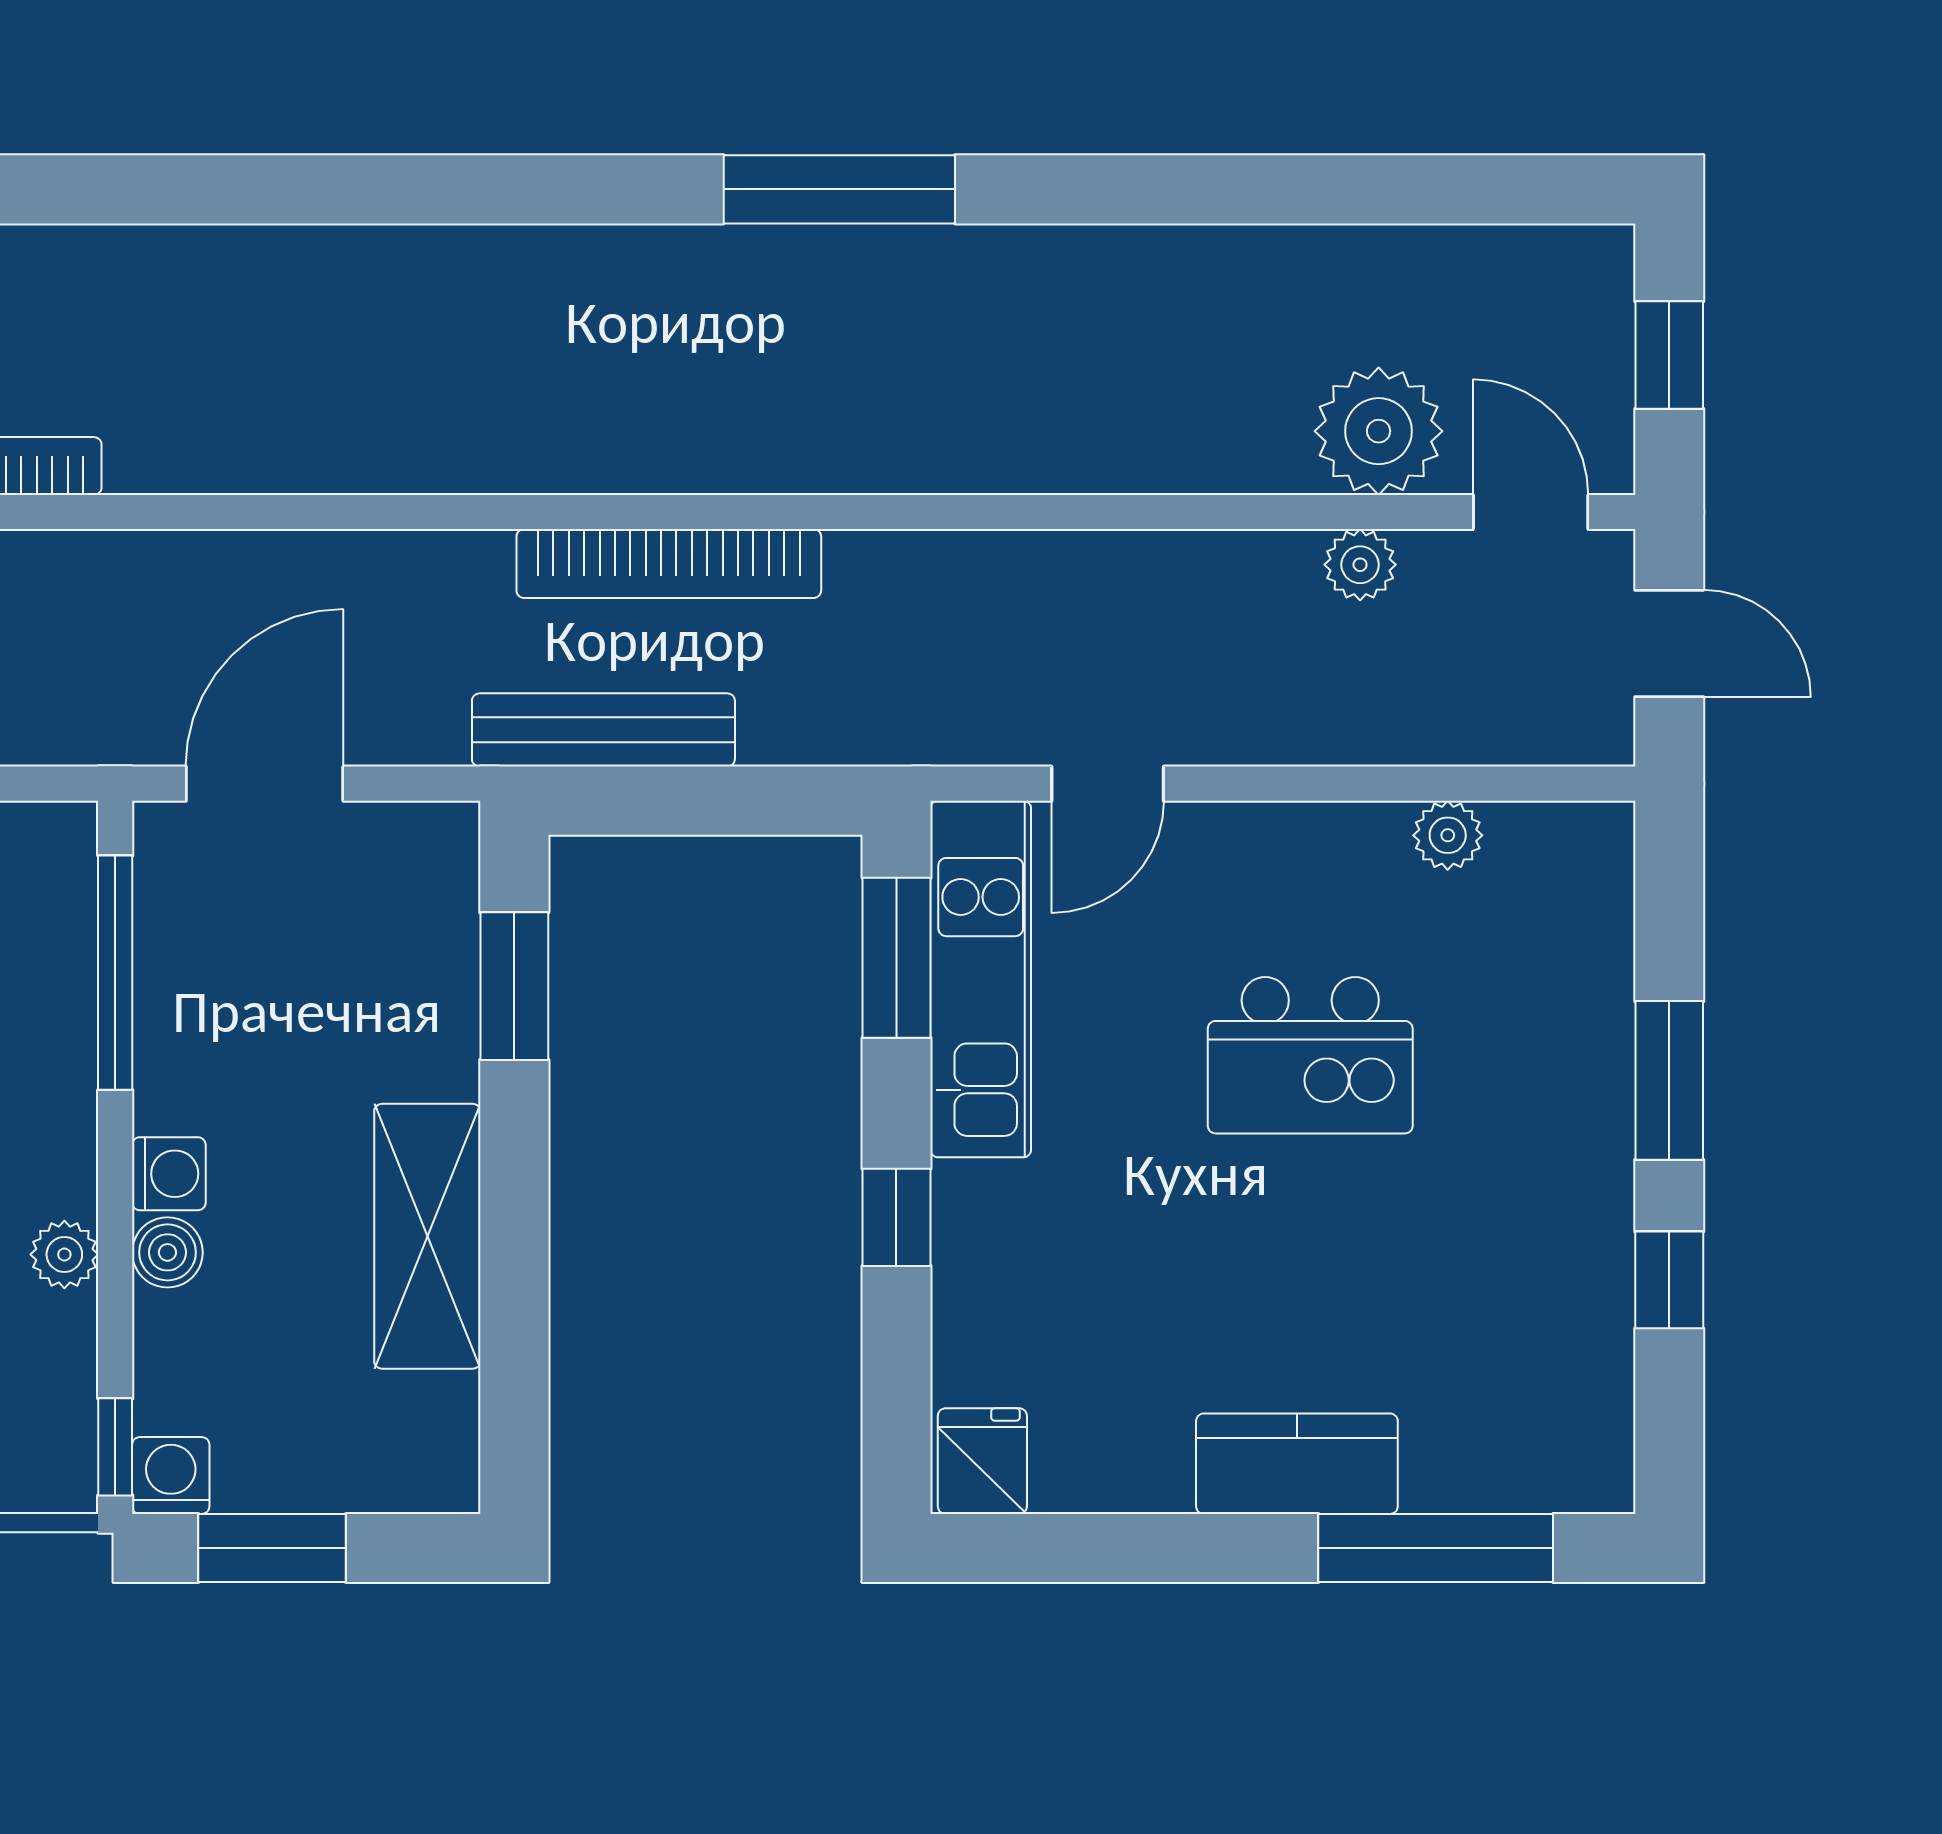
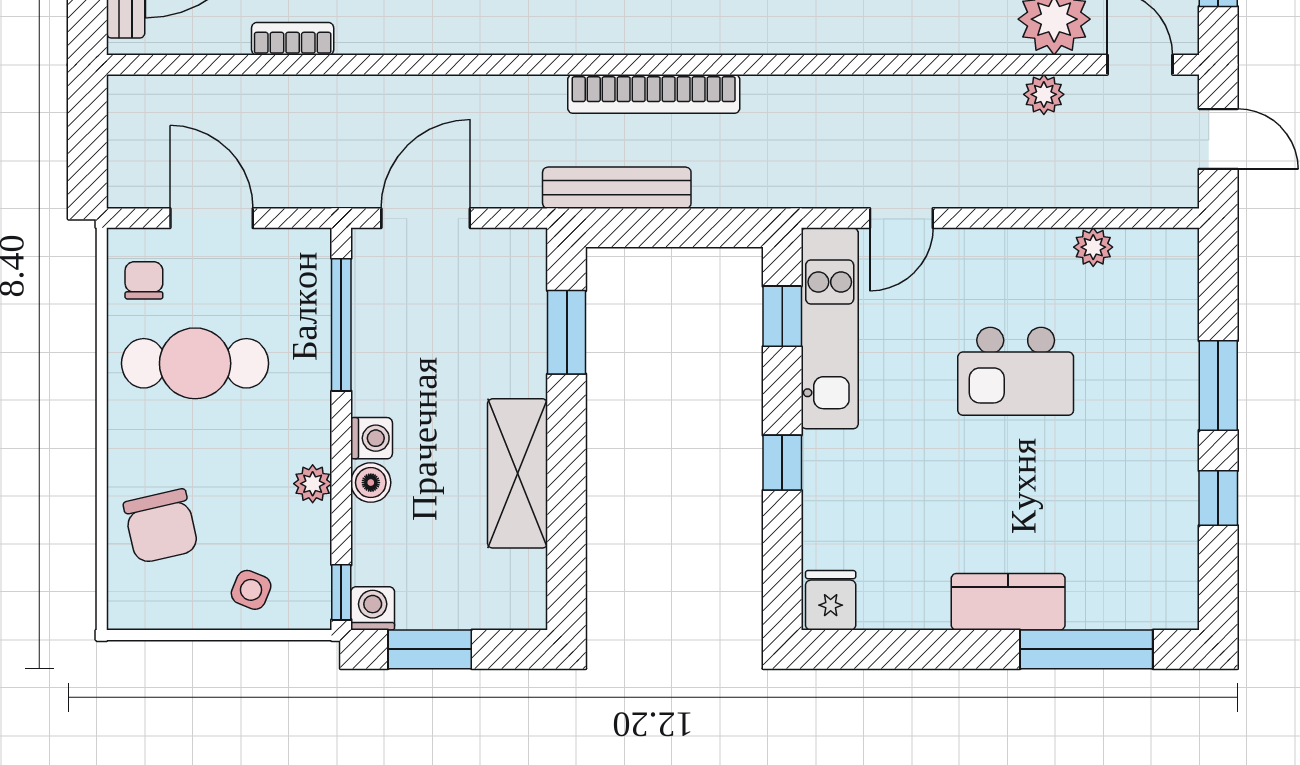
window: (896, 958) -> (782, 316), width x0.67

